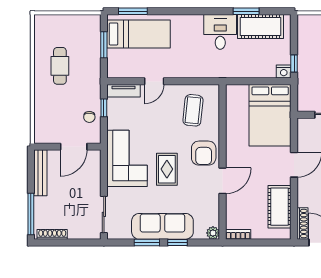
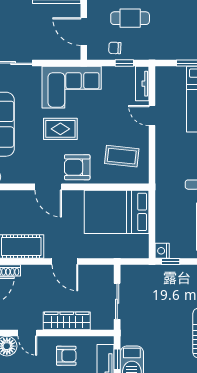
cafe table: (60, 66) -> (130, 18), moved
bed: (270, 115) -> (117, 212), moved

